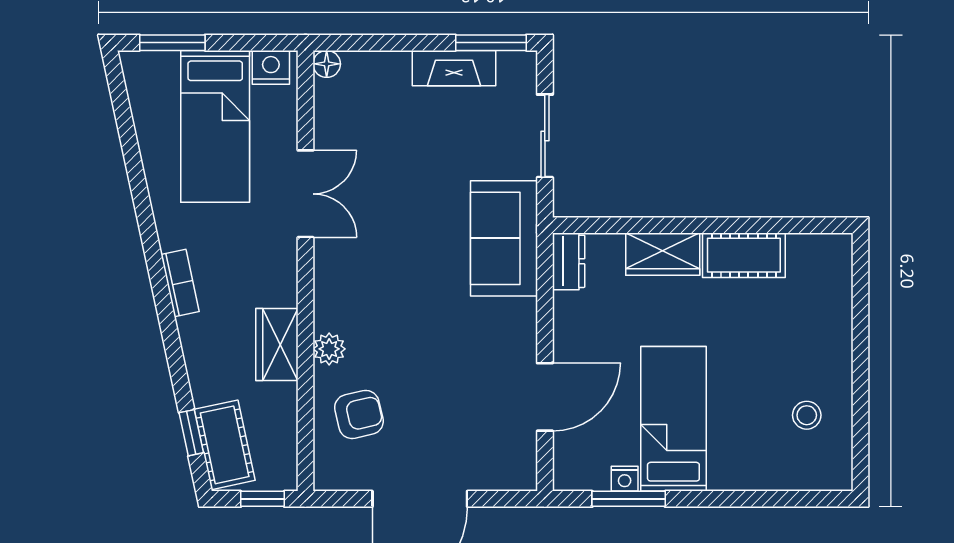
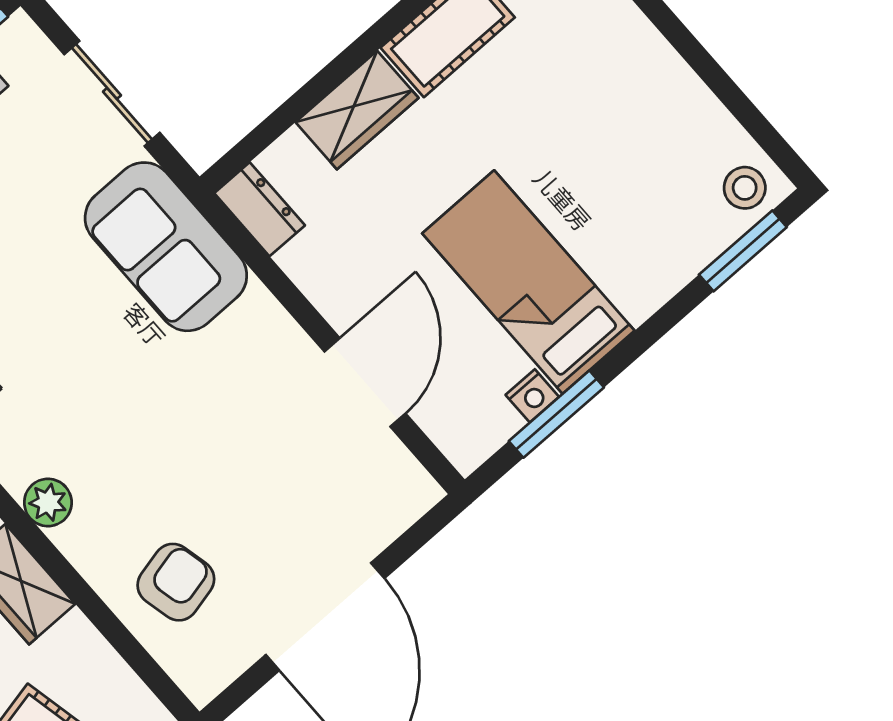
plant: (329, 349) -> (48, 502), moved
stool: (807, 415) -> (745, 188), moved
window: (797, 499) -> (743, 251), added

